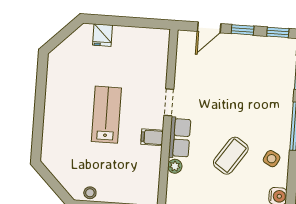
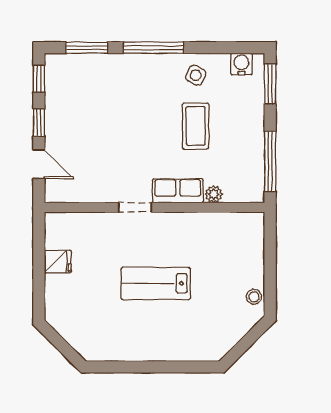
fridge: (103, 35) -> (58, 262), moved
filing cabinet: (152, 137) -> (180, 225), removed
coffee table: (231, 156) -> (196, 126), turned 56

